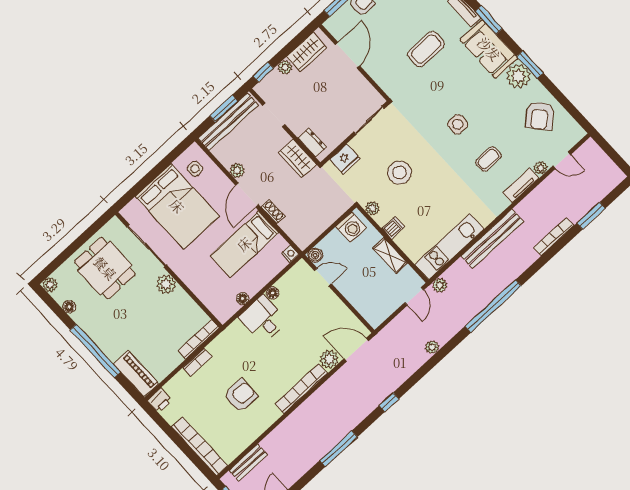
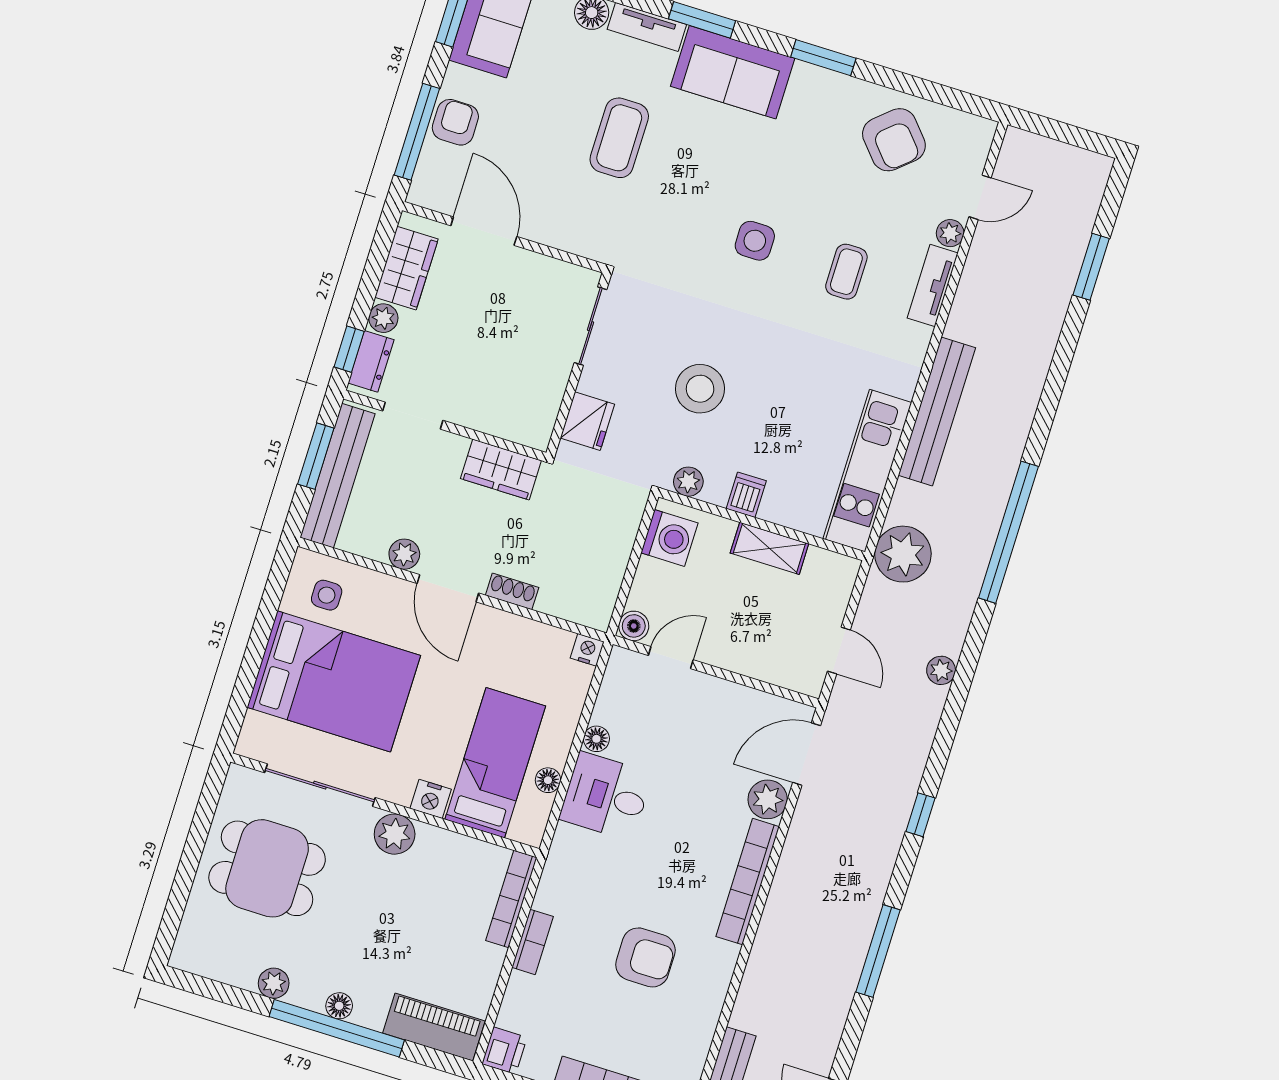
plant: (518, 76) -> (814, 90), removed
dresser: (312, 142) -> (371, 361), moved, turned 90
bookcase: (554, 237) -> (1045, 344), removed
bed: (244, 244) -> (495, 763), moved, turned 180
nightstand: (189, 278) -> (431, 799), added
plant: (50, 285) -> (274, 983), moved
plant: (440, 285) -> (903, 554), width x1.88, depth x1.88
door: (414, 296) -> (839, 650), moved
floor lamp: (69, 307) -> (339, 1006), moved
armchair: (241, 396) -> (645, 957), turned 90

